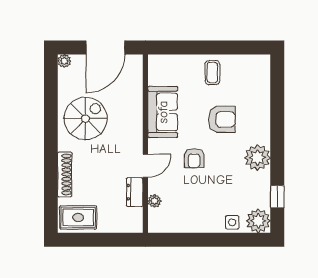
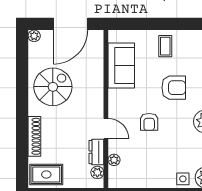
sofa: (163, 112) -> (121, 66), moved
door: (145, 166) -> (106, 129), hinge flipped
plant: (136, 215) -> (97, 172), added

